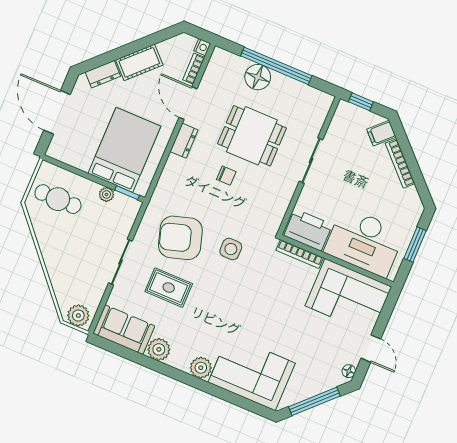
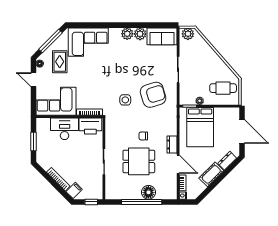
desk: (364, 242) -> (65, 129), width x0.73, depth x0.77
rug: (169, 288) -> (60, 62), moved, turned 90
plant: (201, 368) -> (127, 34), moved

